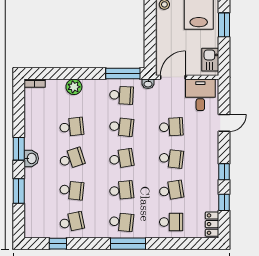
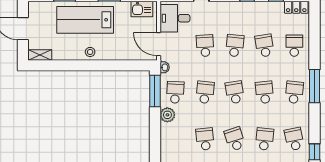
plant: (74, 87) -> (167, 115), moved

